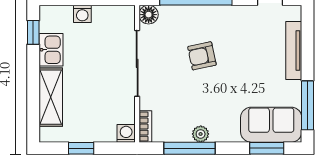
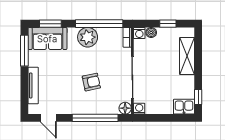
washing machine: (82, 14) -> (139, 109), moved
kitchen sink: (51, 50) -> (184, 107), moved, turned 90
boiler: (107, 134) -> (151, 33), added
plant: (201, 134) -> (88, 37), width x1.88, depth x1.88
window: (190, 148) -> (99, 24), width x1.46

